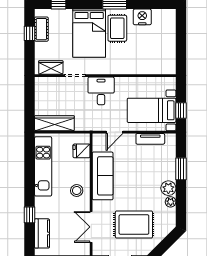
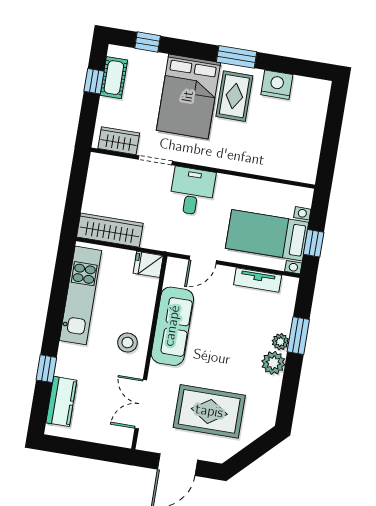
fridge: (82, 151) -> (148, 264), moved
plant: (171, 202) -> (280, 342), moved

